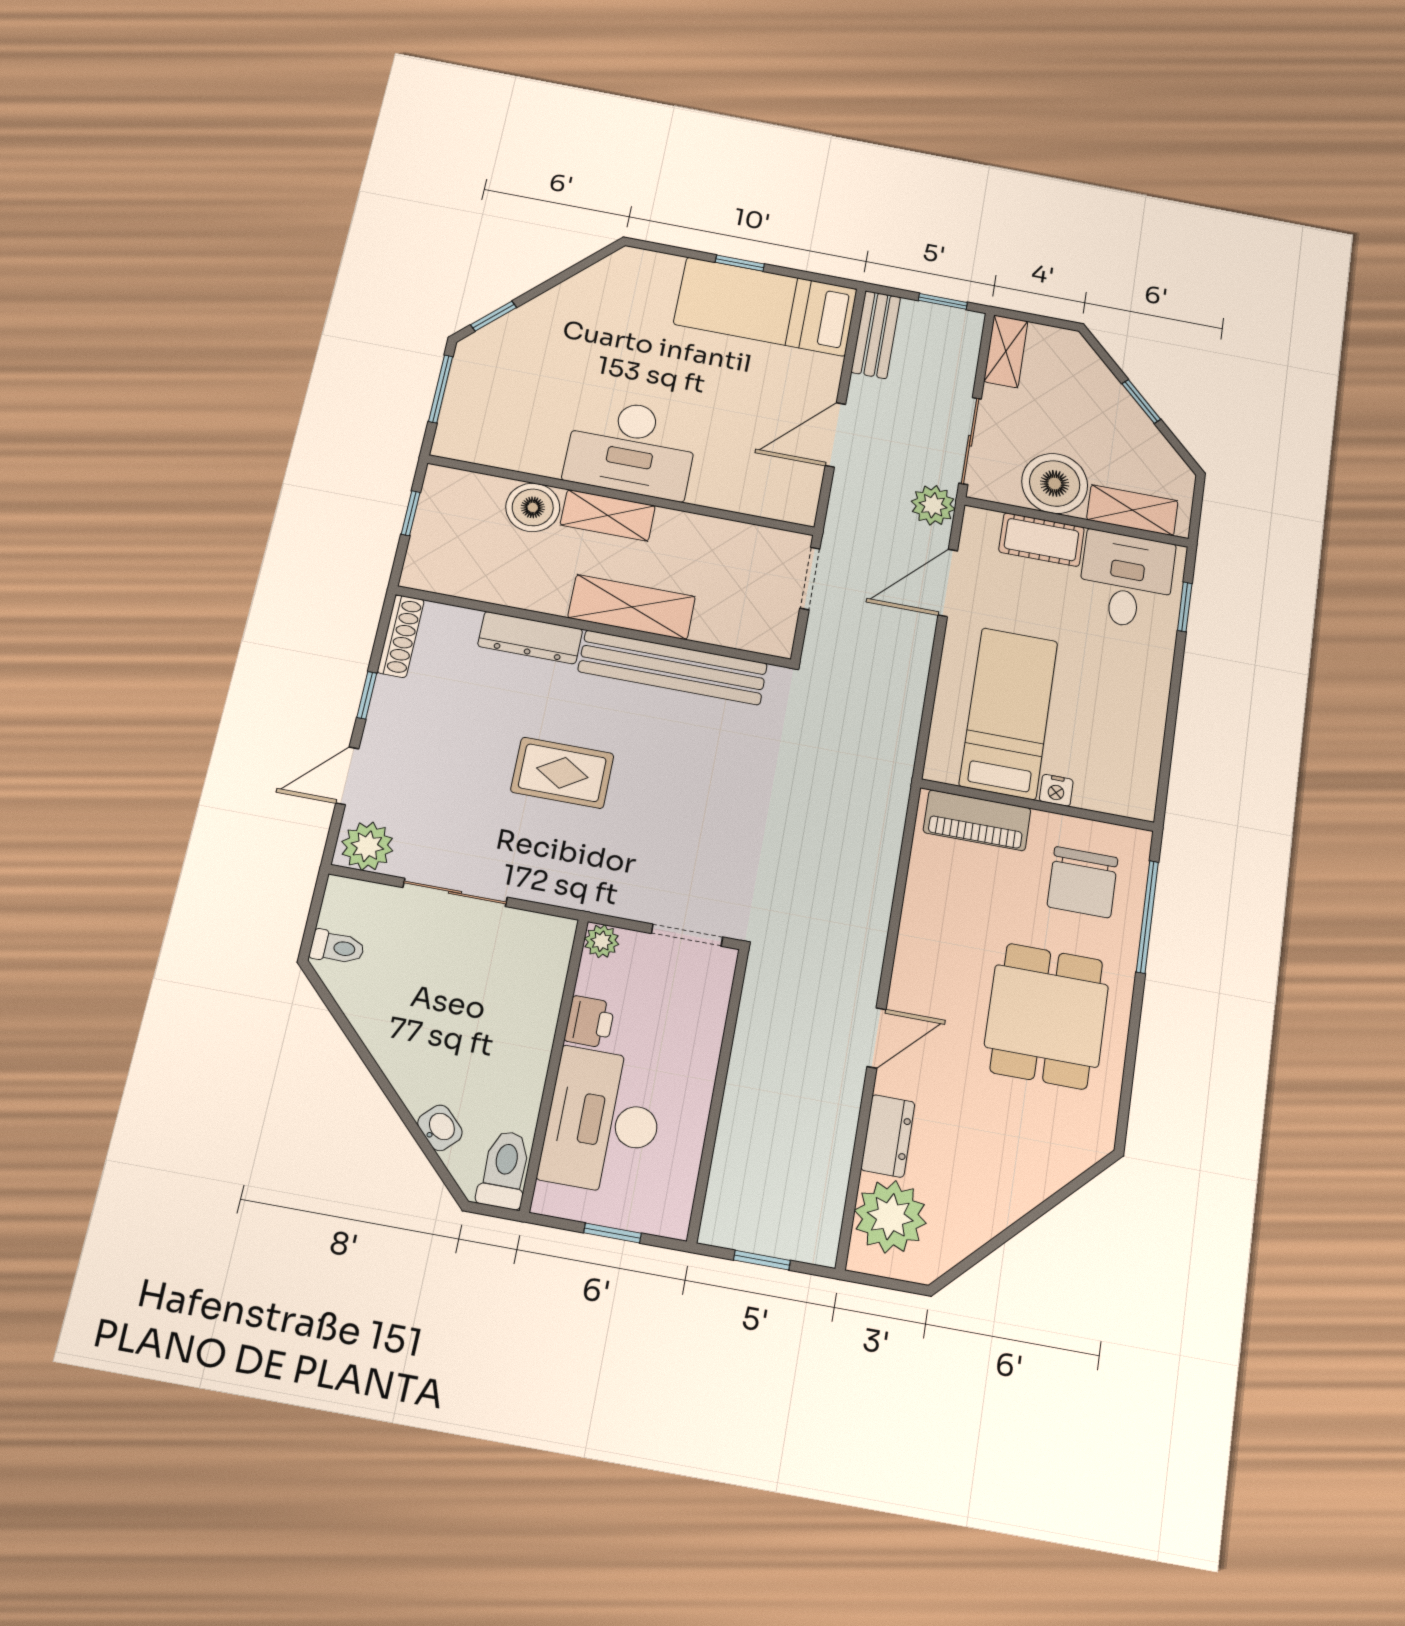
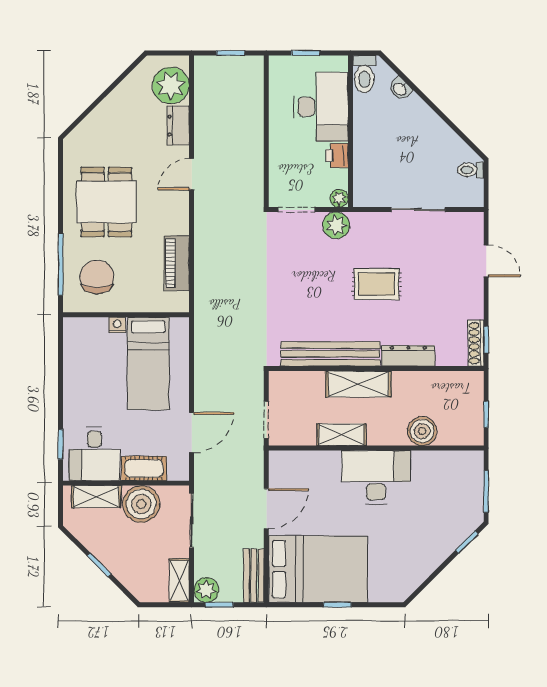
bed: (766, 307) -> (318, 569), width x1.50
plant: (933, 505) -> (206, 590), moved
shelving: (608, 515) -> (341, 435), moved
window: (367, 695) -> (486, 340), moved
door: (347, 776) -> (486, 261), hinge flipped
piano: (977, 820) -> (177, 263), moved, turned -90
plant: (367, 846) -> (336, 225), moved

